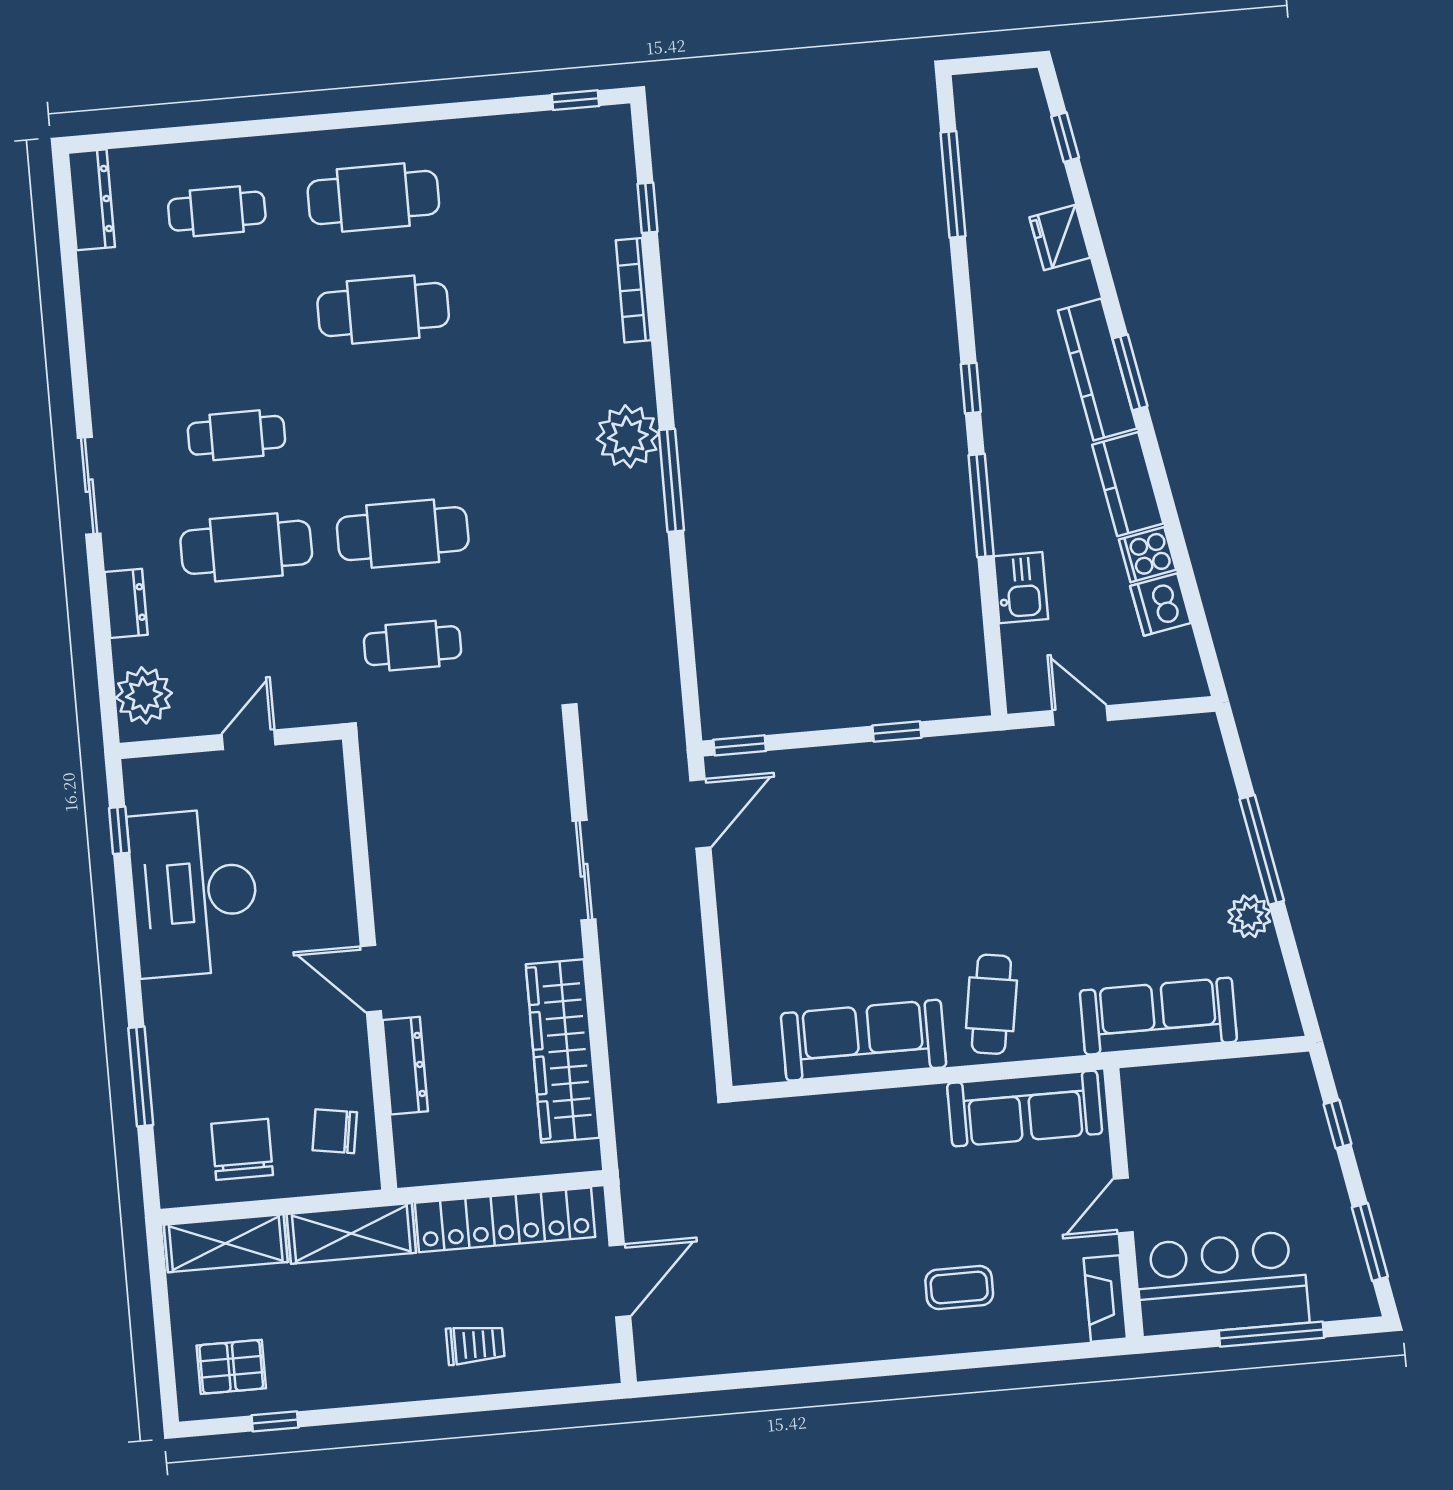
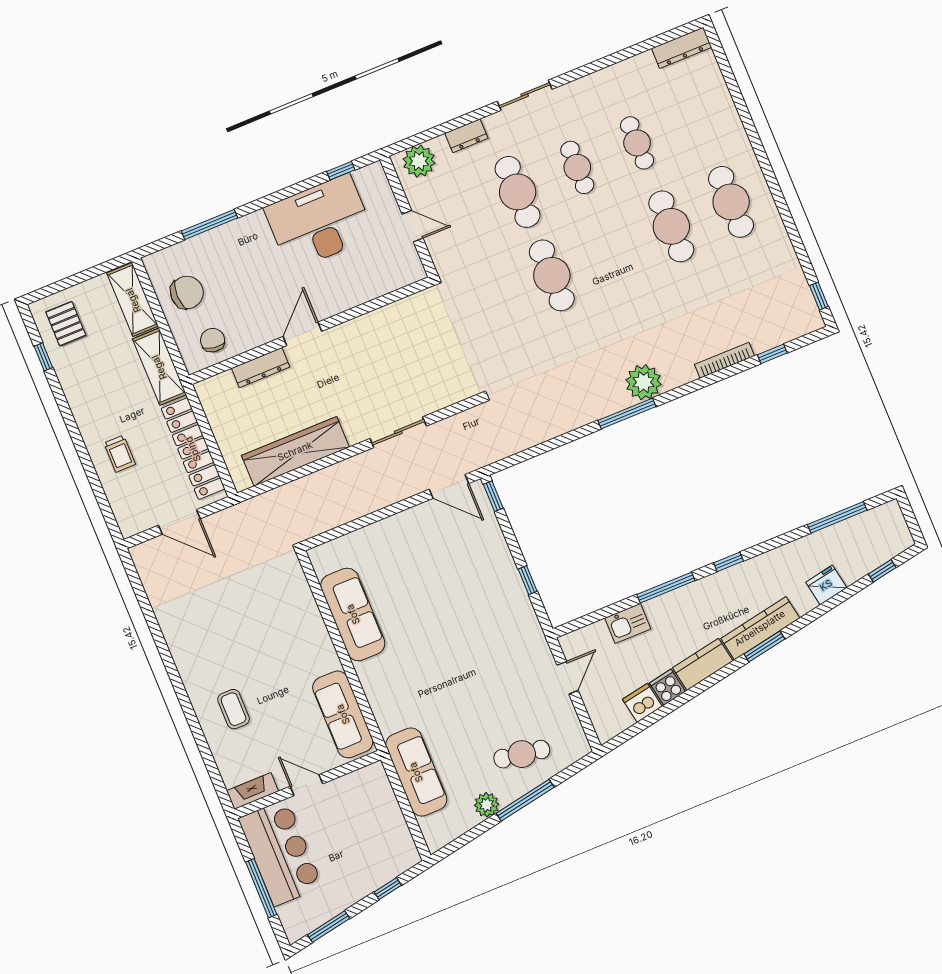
cafe table: (217, 211) -> (637, 143), moved
cafe table: (413, 646) -> (492, 300), removed
cafe table: (991, 1004) -> (522, 754), moved

